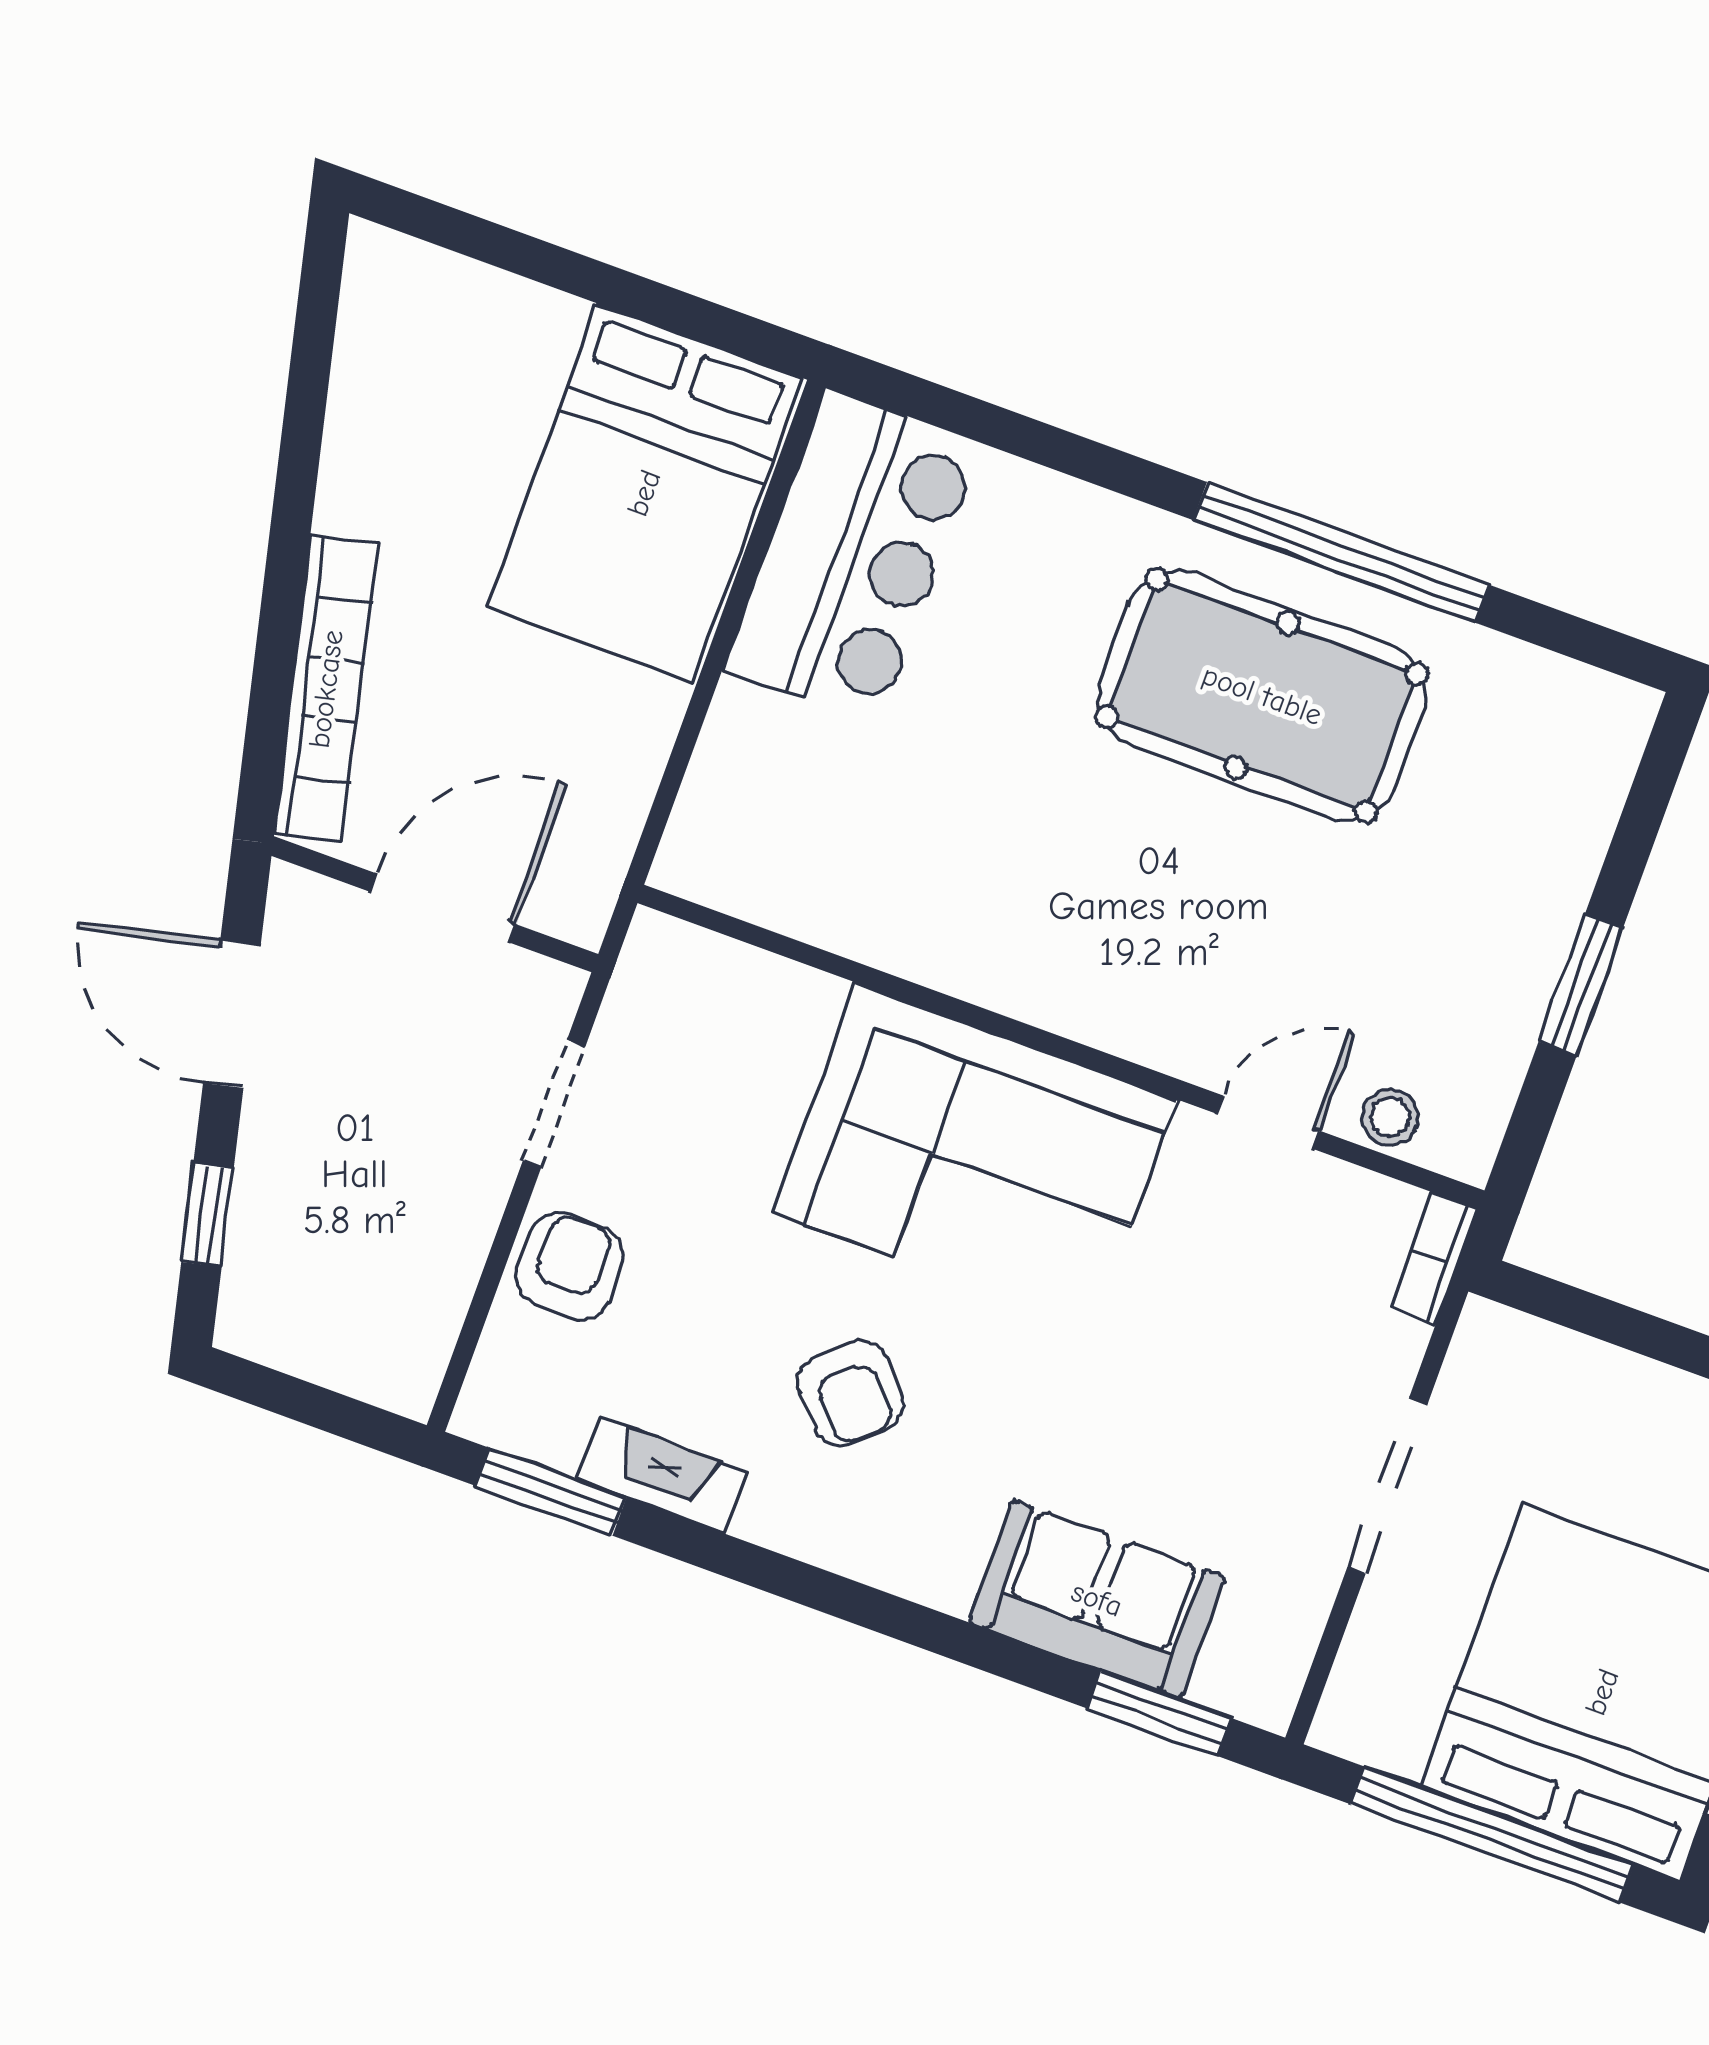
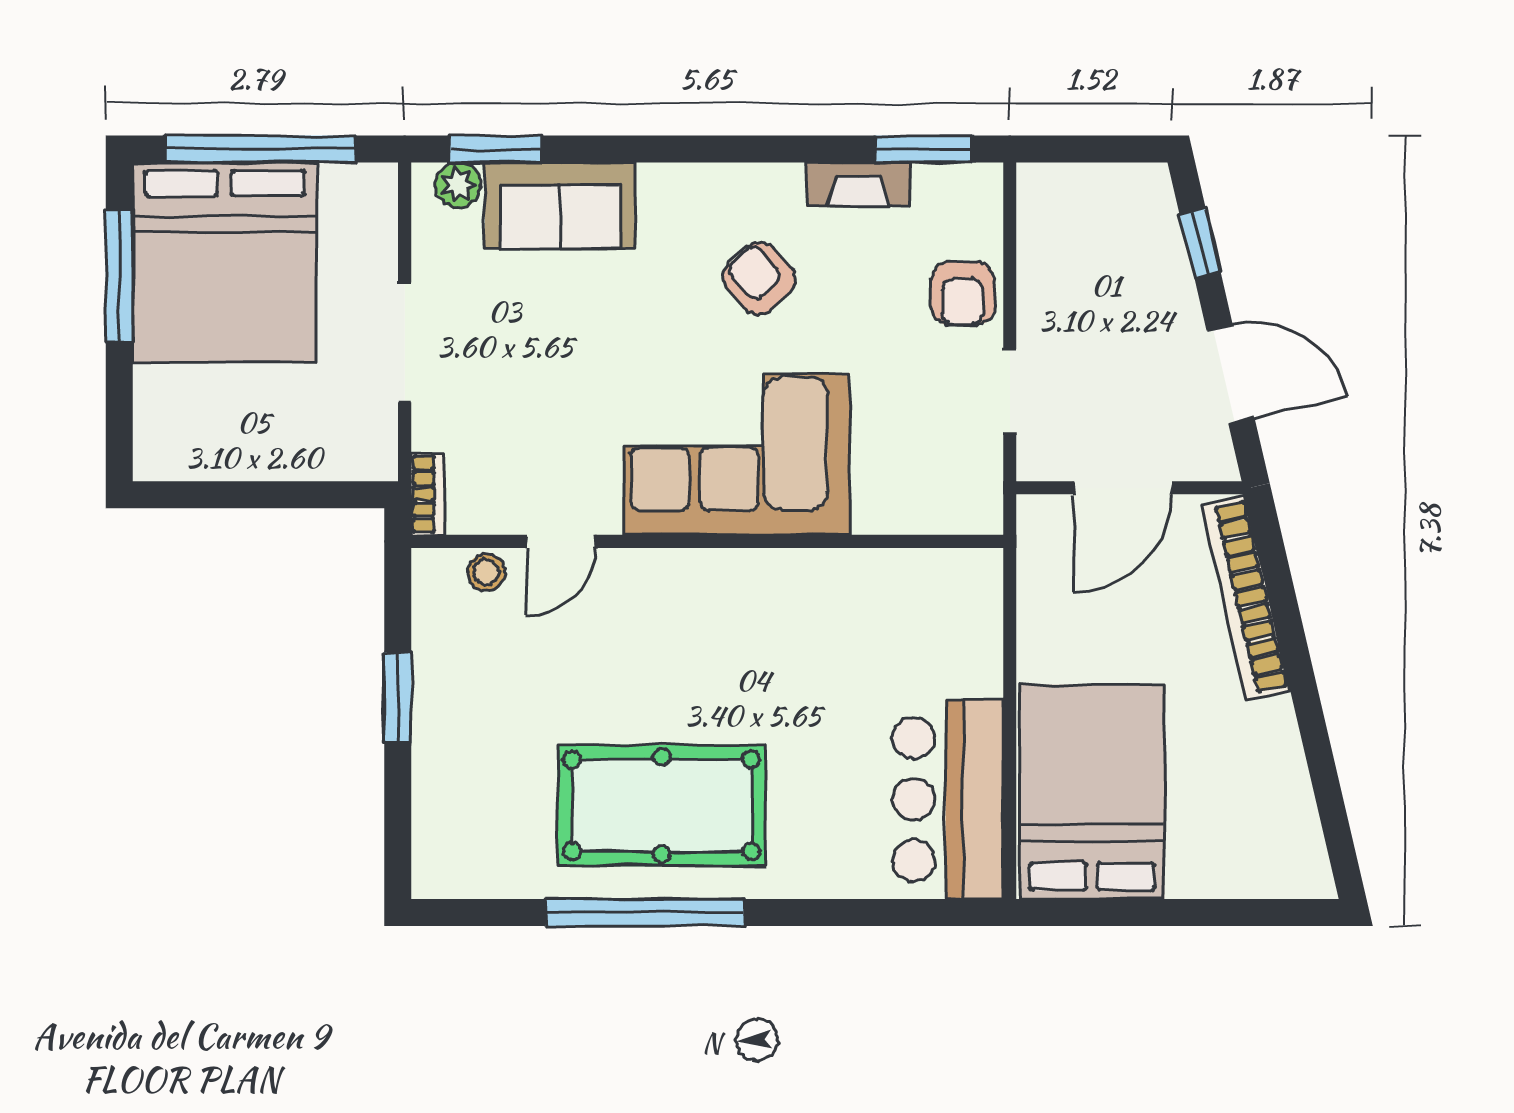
plant: (1230, 1681) -> (458, 185), added

